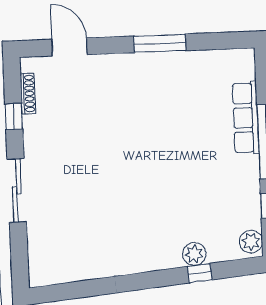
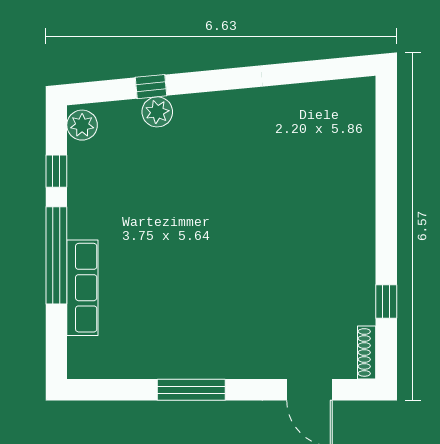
shoe rack: (28, 94) -> (367, 352), moved
sliding door: (17, 190) -> (386, 204), removed

